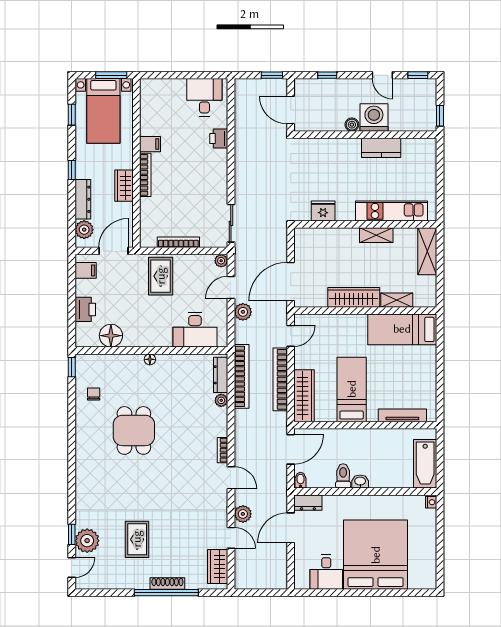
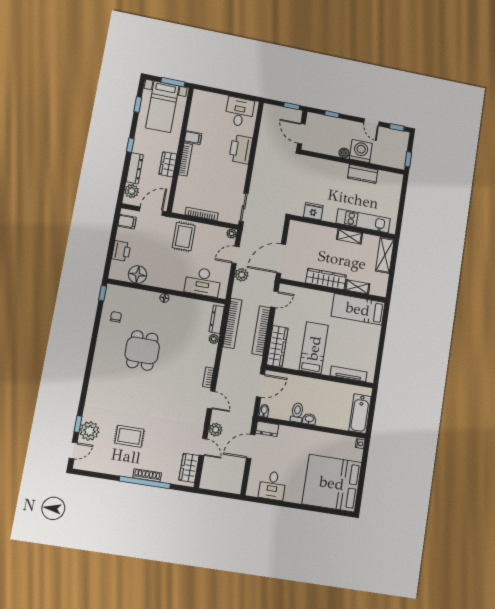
printer: (219, 139) -> (241, 149), width x1.87, depth x1.48
rug: (137, 539) -> (129, 436), turned 90
bed: (376, 555) -> (332, 483), moved, turned -90

